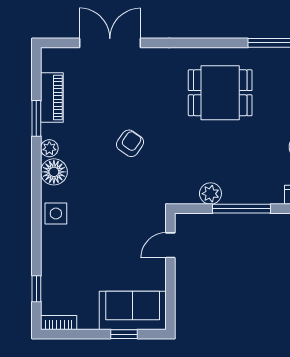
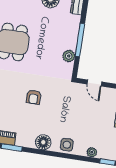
armchair: (130, 143) -> (34, 97), turned -125
plant: (49, 148) -> (92, 152), moved

